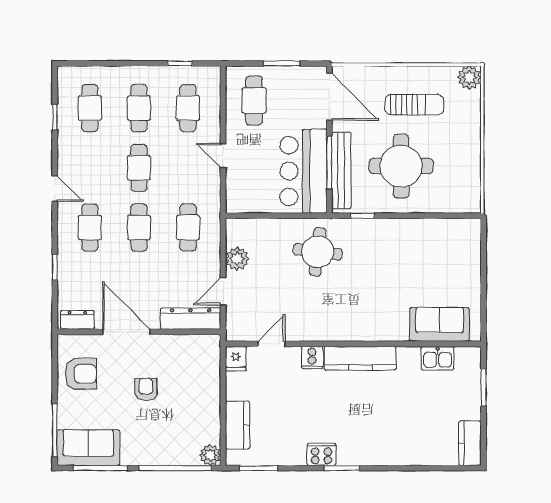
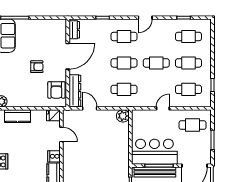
round table: (318, 252) -> (111, 159), removed
plant: (237, 259) -> (123, 116), moved
armchair: (81, 374) -> (56, 90), moved

